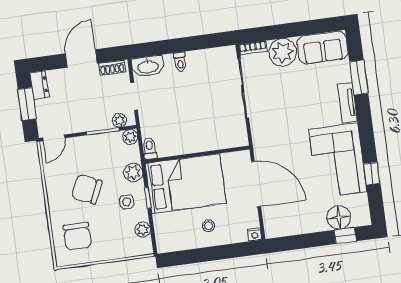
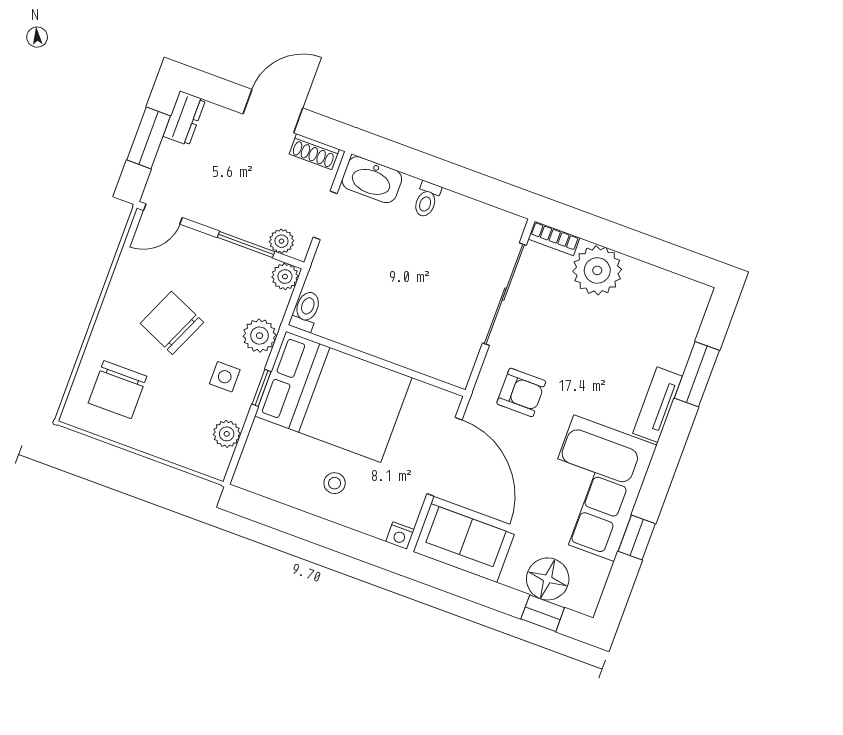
sofa: (322, 47) -> (464, 543), moved, turned 180
armchair: (277, 132) -> (521, 392), added

